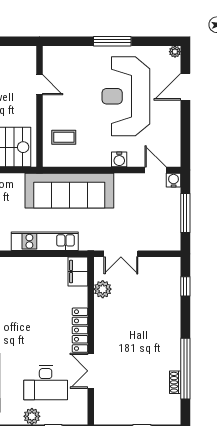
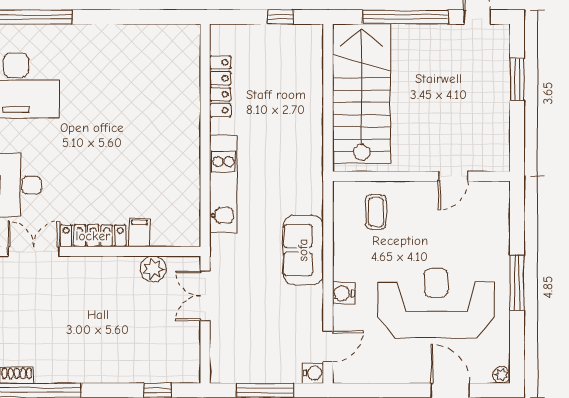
sofa: (69, 191) -> (303, 250), width x0.54, depth x0.79
filing cabinet: (78, 272) -> (139, 233), moved, width x0.50

